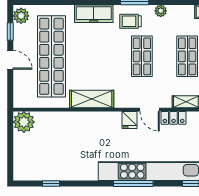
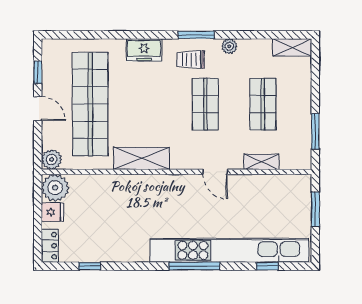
freezer: (94, 14) -> (144, 50), width x0.71
plant: (21, 16) -> (52, 160), moved
locker: (174, 118) -> (50, 246), moved, turned -90
fridge: (129, 120) -> (53, 212), moved, turned -90

